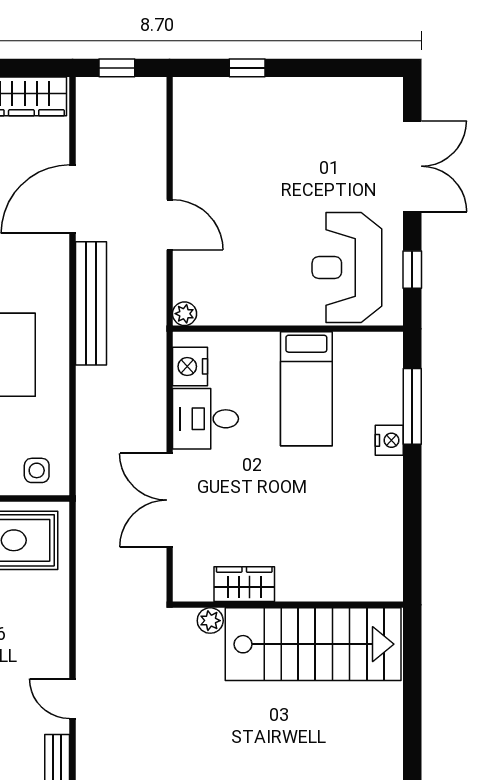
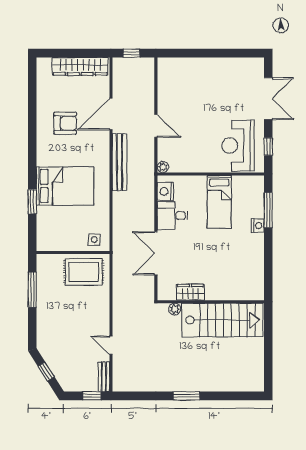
window: (247, 68) -> (192, 53), removed

